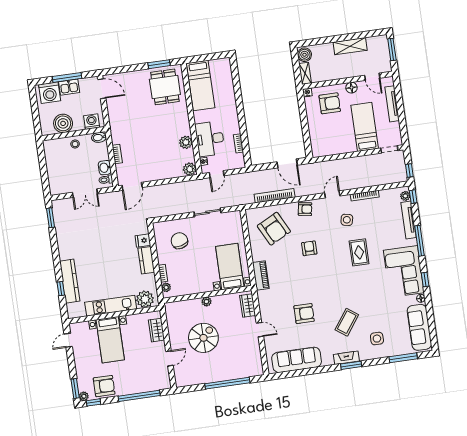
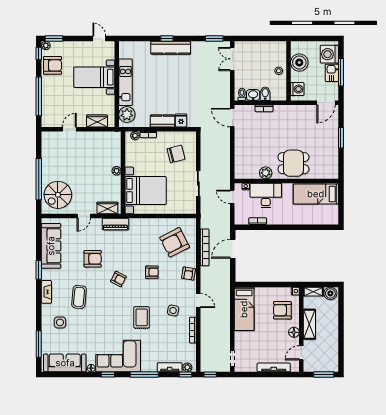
shelving: (350, 46) -> (309, 324), moved
window: (159, 64) -> (341, 138), moved
dining table: (165, 87) -> (293, 163), moved
armchair: (330, 103) -> (282, 310), turned 90
bed: (365, 127) -> (244, 309), moved, turned 90
bidet: (99, 137) -> (265, 94), moved
door: (287, 163) -> (233, 249), moved
plant: (190, 169) -> (241, 173), removed
double door: (85, 193) -> (232, 59), moved
tv unit: (409, 220) -> (170, 367), width x0.71
rug: (359, 252) -> (142, 317), turned 90
bed with nightstands: (230, 267) -> (146, 190), width x1.36
piano: (261, 275) -> (115, 224), moved
kitchen counter: (70, 281) -> (171, 48), moved
armchair: (322, 283) -> (118, 279), added
window: (61, 289) -> (167, 38), moved
armchair: (304, 314) -> (93, 259), turned -90
coffee table: (347, 322) -> (79, 297), turned 59
spiral stairs: (203, 338) -> (58, 195), moved, turned 90
door: (169, 358) -> (69, 129), swing flipped
window: (351, 365) -> (39, 270), moved
armchair: (104, 386) -> (52, 65), turned -90

